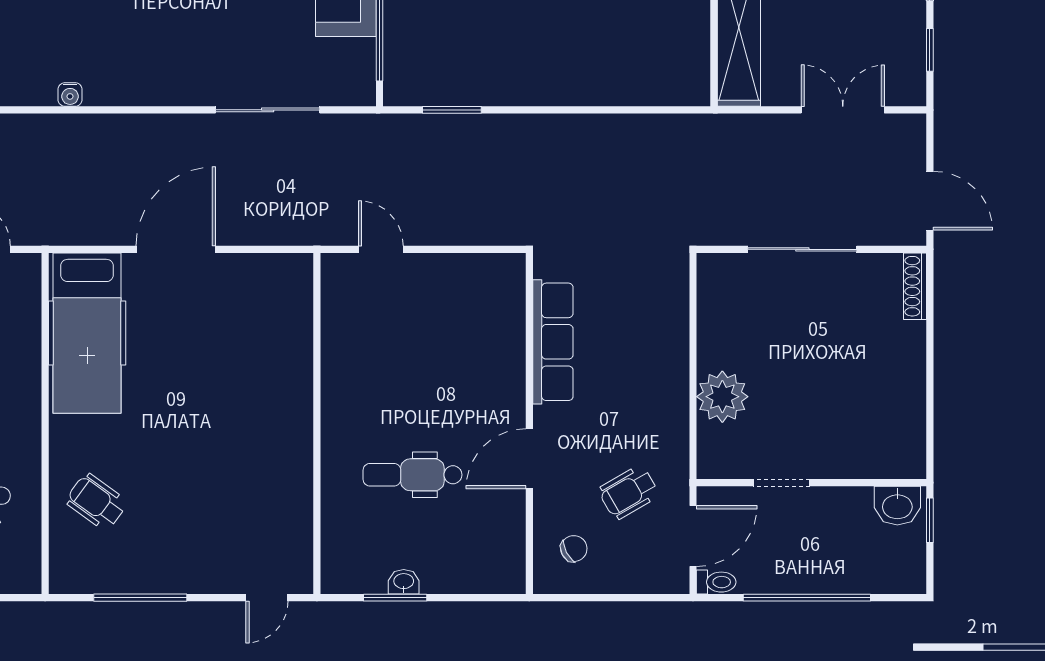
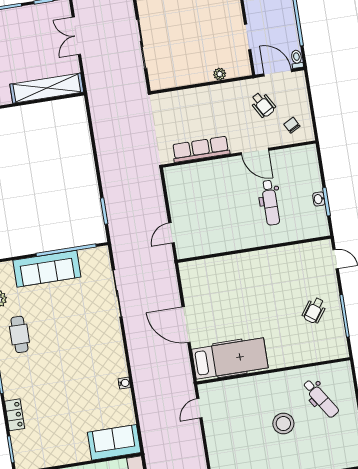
plant: (722, 397) -> (220, 74), width x0.53, depth x0.53
wheelchair: (97, 502) -> (314, 310), moved

